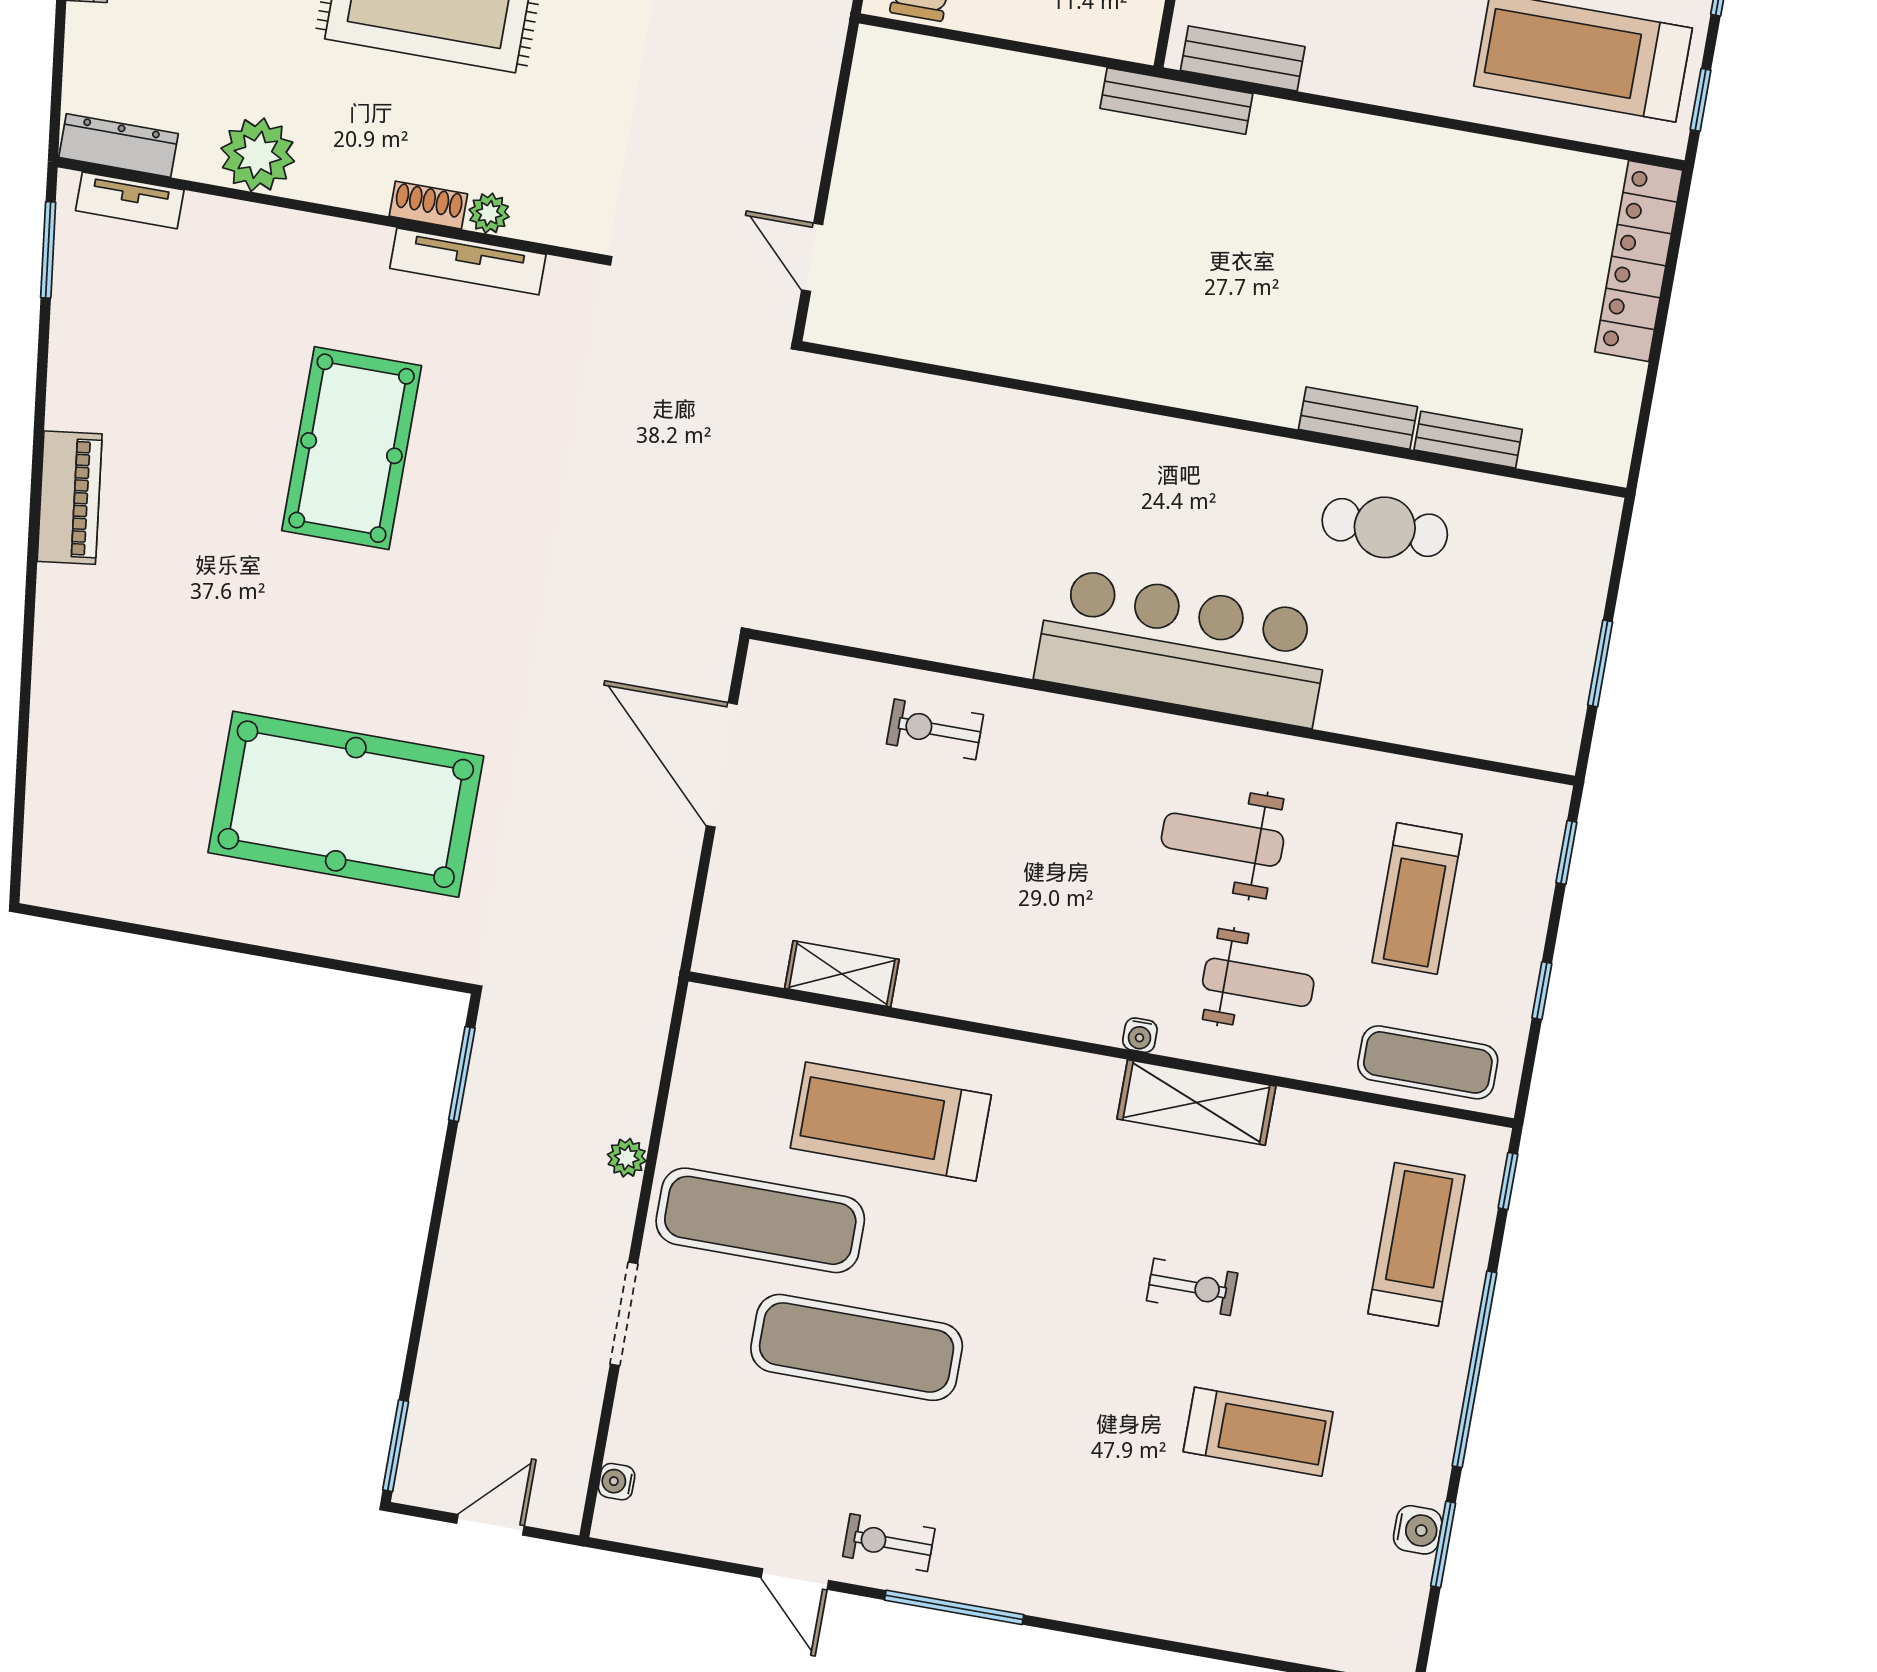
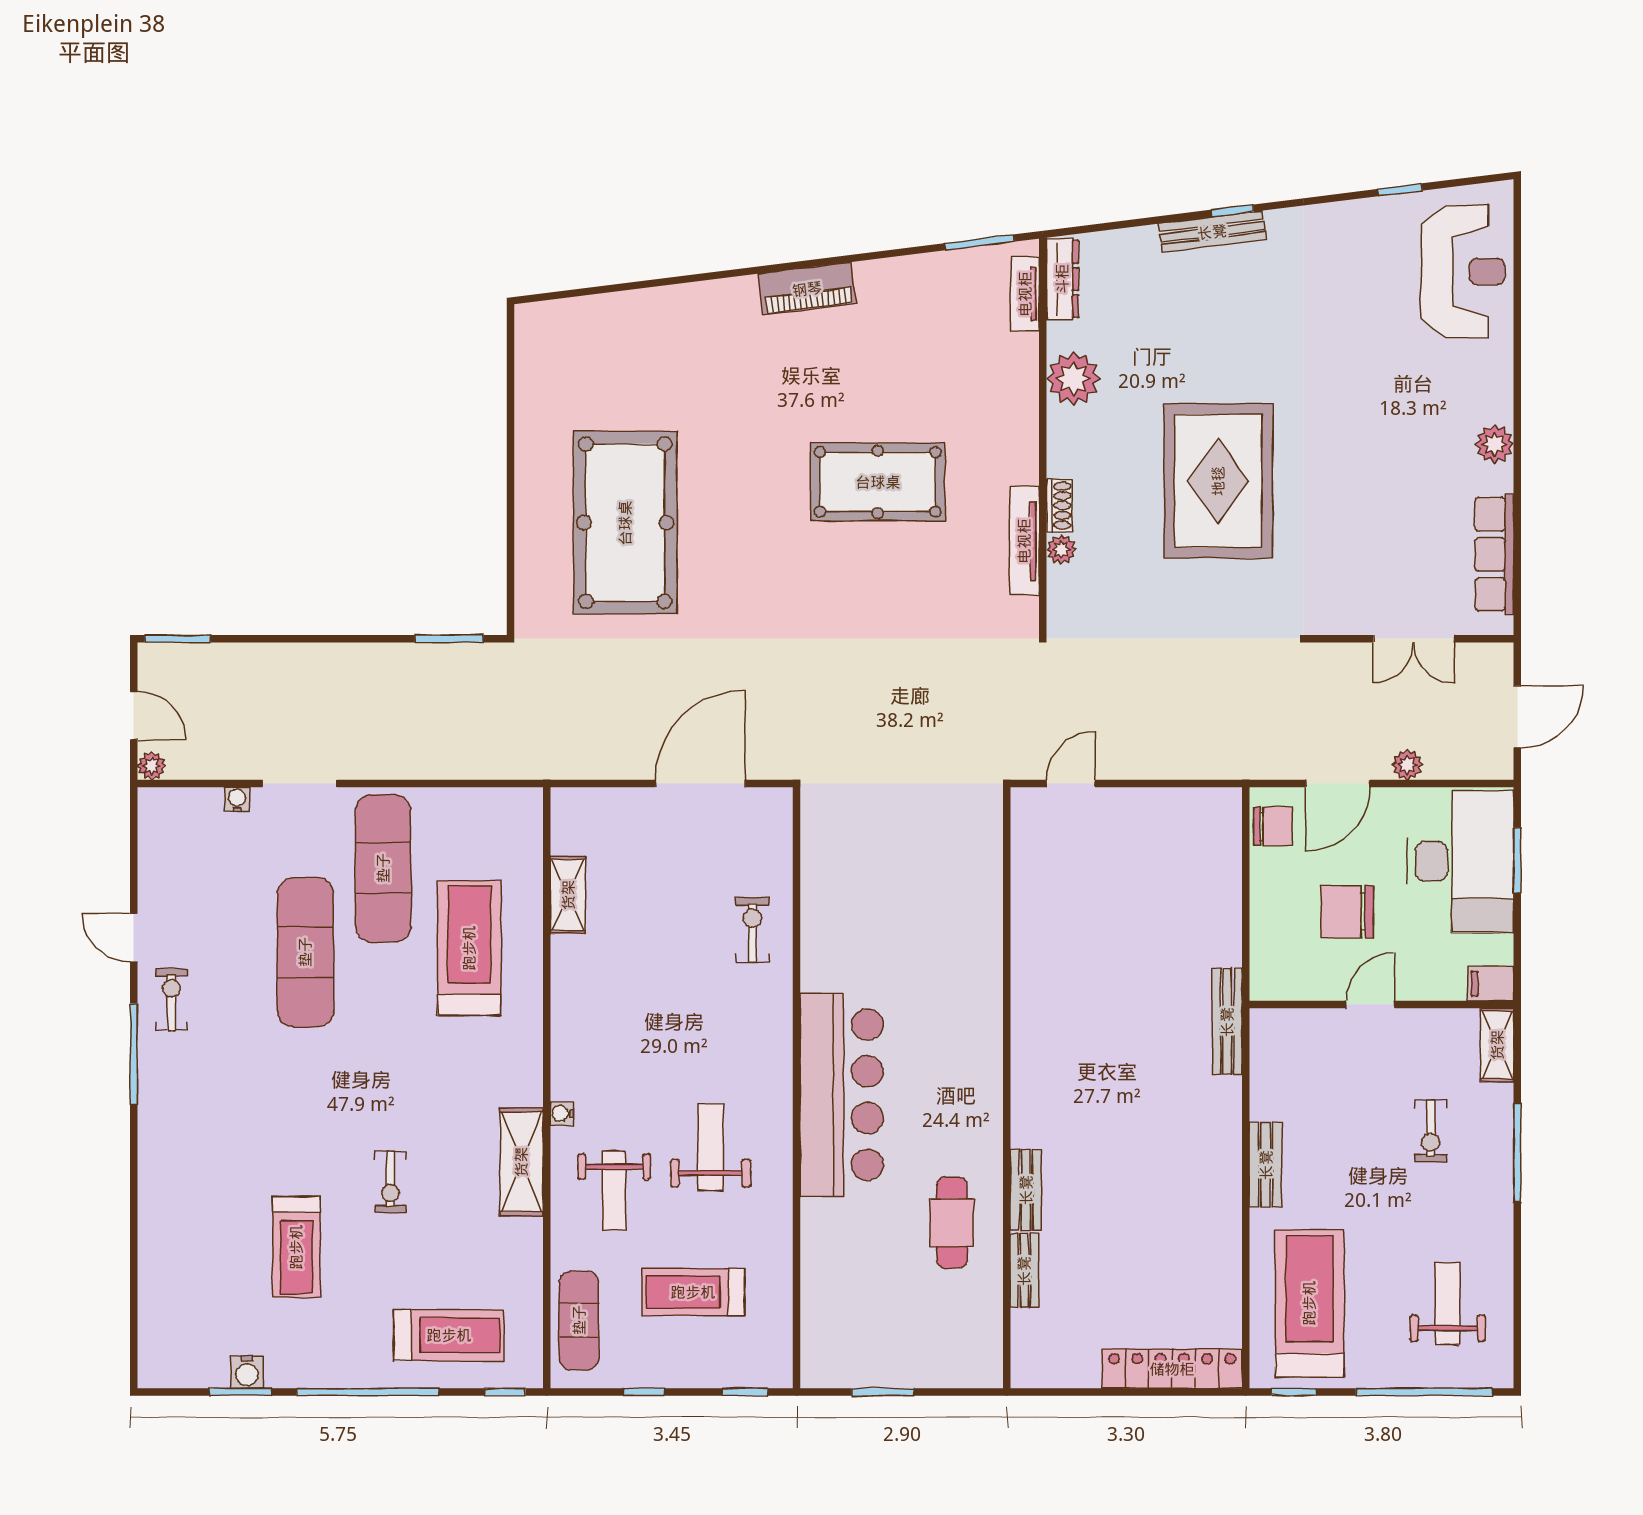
bench: (1243, 58) -> (1266, 1165), moved
plant: (627, 1158) -> (152, 766), moved
water cooler: (617, 1482) -> (237, 799), moved
door: (795, 1579) -> (134, 938), hinge flipped

